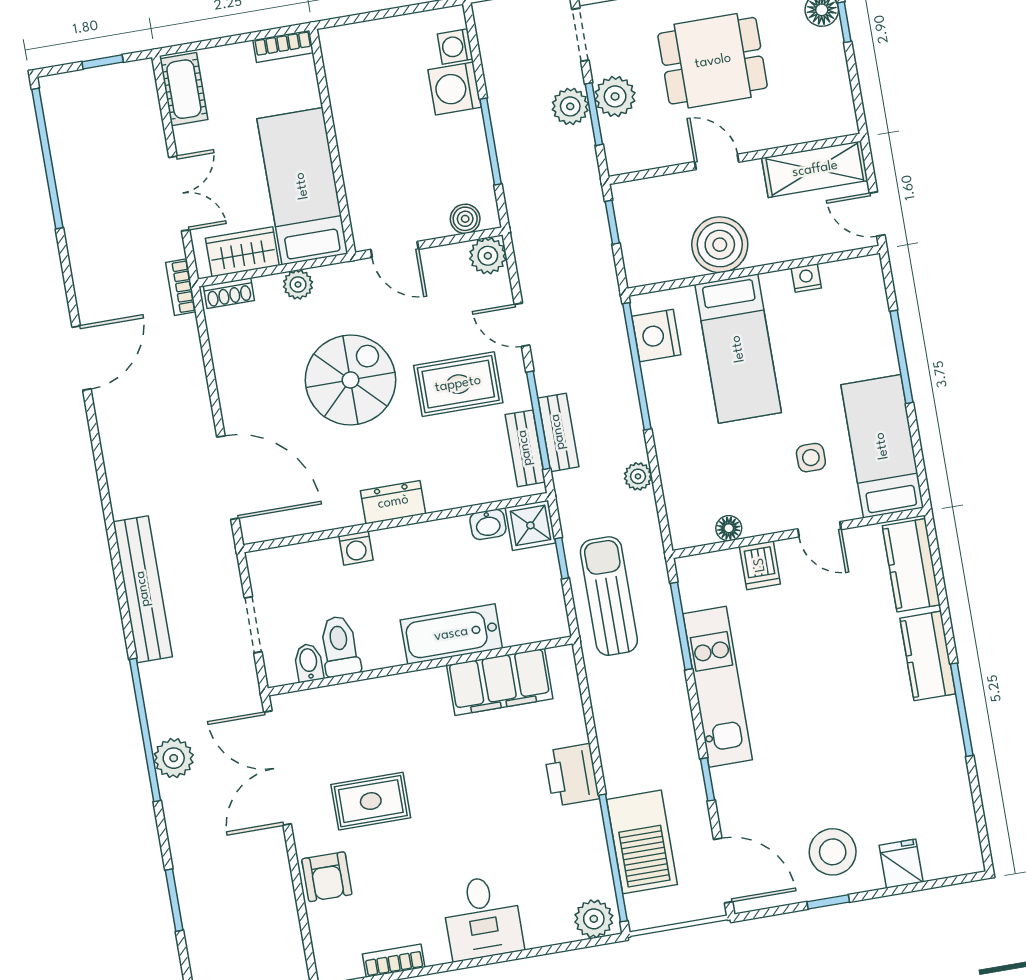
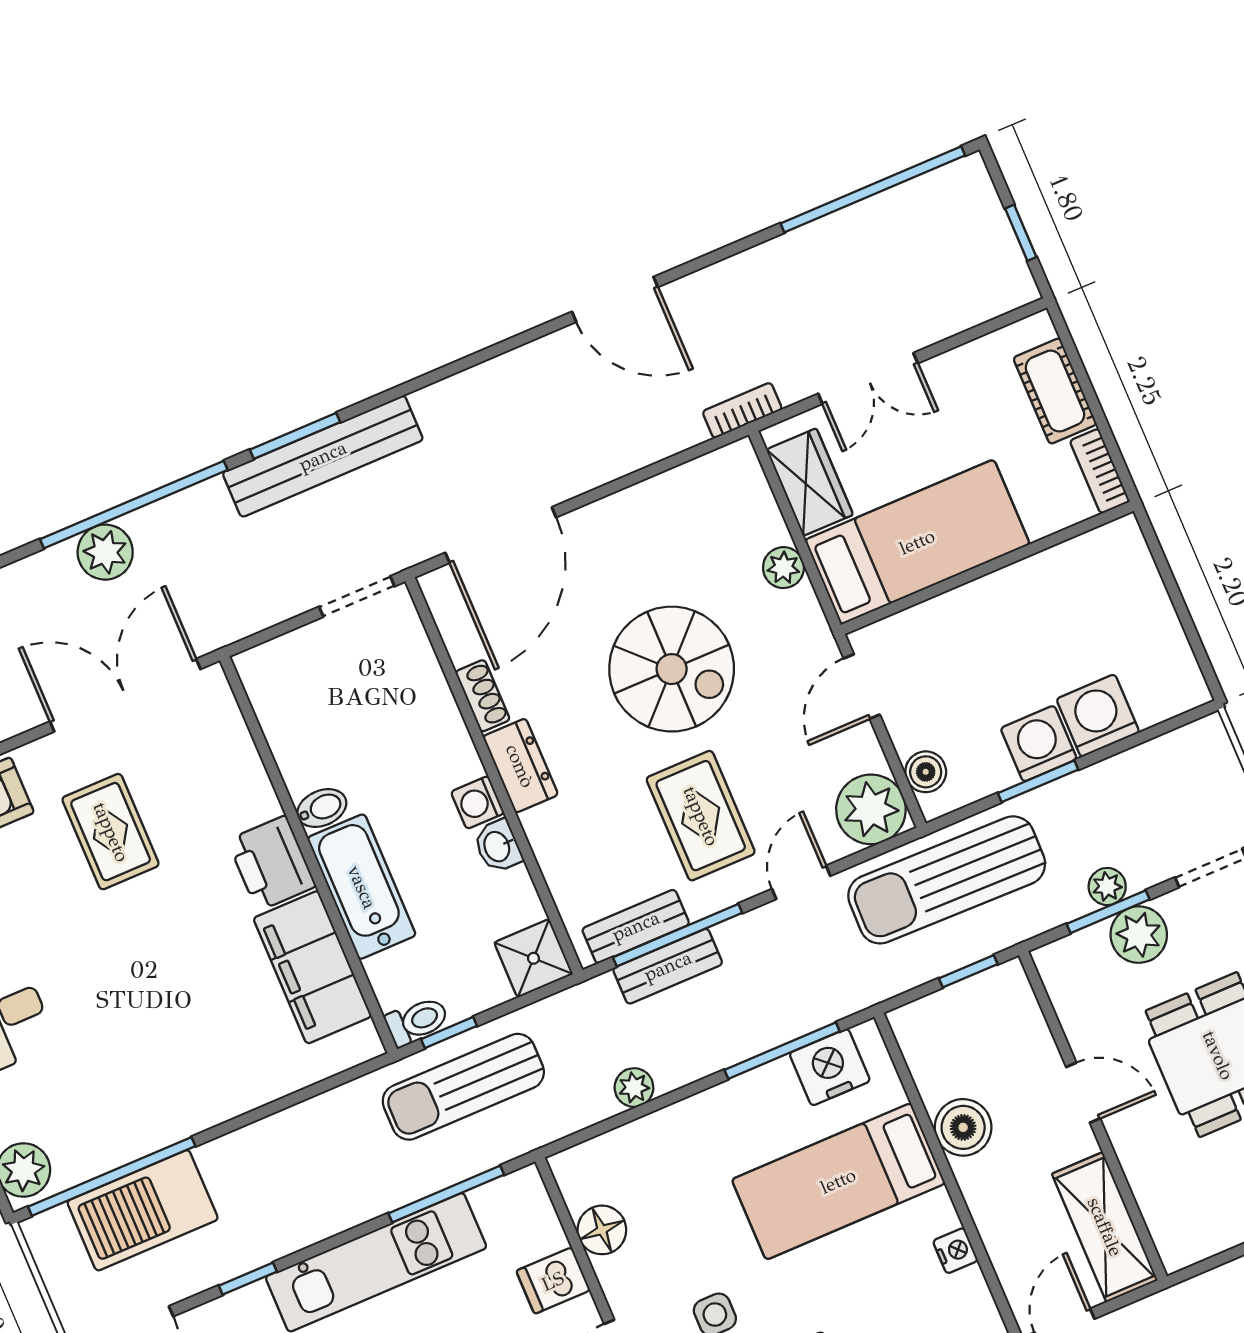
washing machine: (455, 46) -> (1039, 744), moved, width x1.38, depth x1.38
cot: (184, 89) -> (1055, 391), moved, turned 90
plant: (570, 106) -> (1107, 887), width x0.73, depth x0.73
window: (491, 142) -> (1038, 781), width x0.69
door: (717, 162) -> (1083, 1093), hinge flipped
sun lounger: (545, 222) -> (947, 880), added
boiler: (720, 245) -> (963, 1127), width x0.73, depth x0.73
plant: (488, 256) -> (871, 809), width x1.36, depth x1.36
shoe rack: (229, 293) -> (483, 696), moved, turned 180
window: (637, 366) -> (782, 1051), width x0.68
washbasin: (488, 524) -> (498, 846), moved
floor lamp: (729, 528) -> (602, 1230), width x1.37, depth x1.37
washing machine: (356, 548) -> (478, 802), moved
window: (562, 558) -> (449, 1033), moved
sun lounger: (609, 596) -> (463, 1087), turned 180
window: (124, 605) -> (295, 436), added
doorway: (253, 625) -> (357, 596), moved
toilet: (340, 646) -> (417, 1021), moved, width x0.73, depth x0.72
bidet: (309, 663) -> (322, 808), moved
printer: (572, 775) -> (272, 863), moved, turned -90

